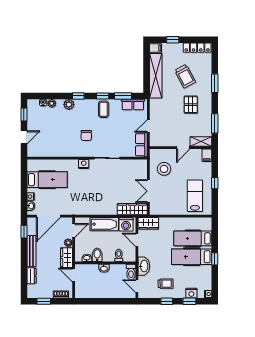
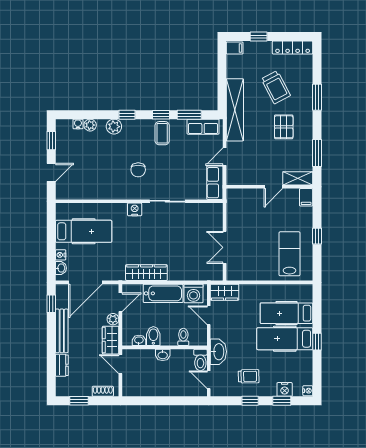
shelving: (156, 76) -> (235, 110), moved
stool: (164, 169) -> (246, 216), removed
wardrobe: (132, 209) -> (146, 273), moved

